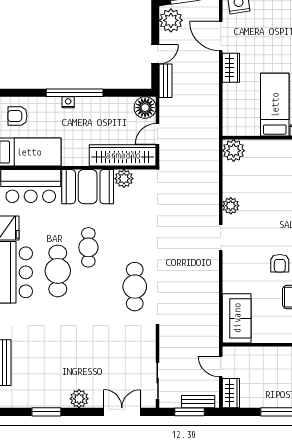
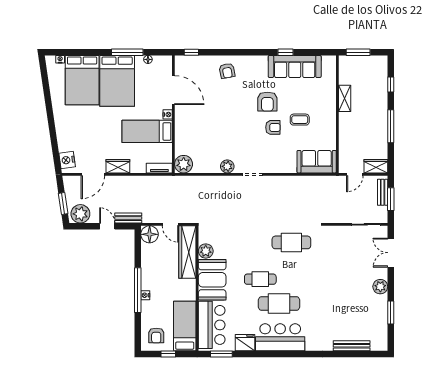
tv unit: (229, 120) -> (159, 168), added

